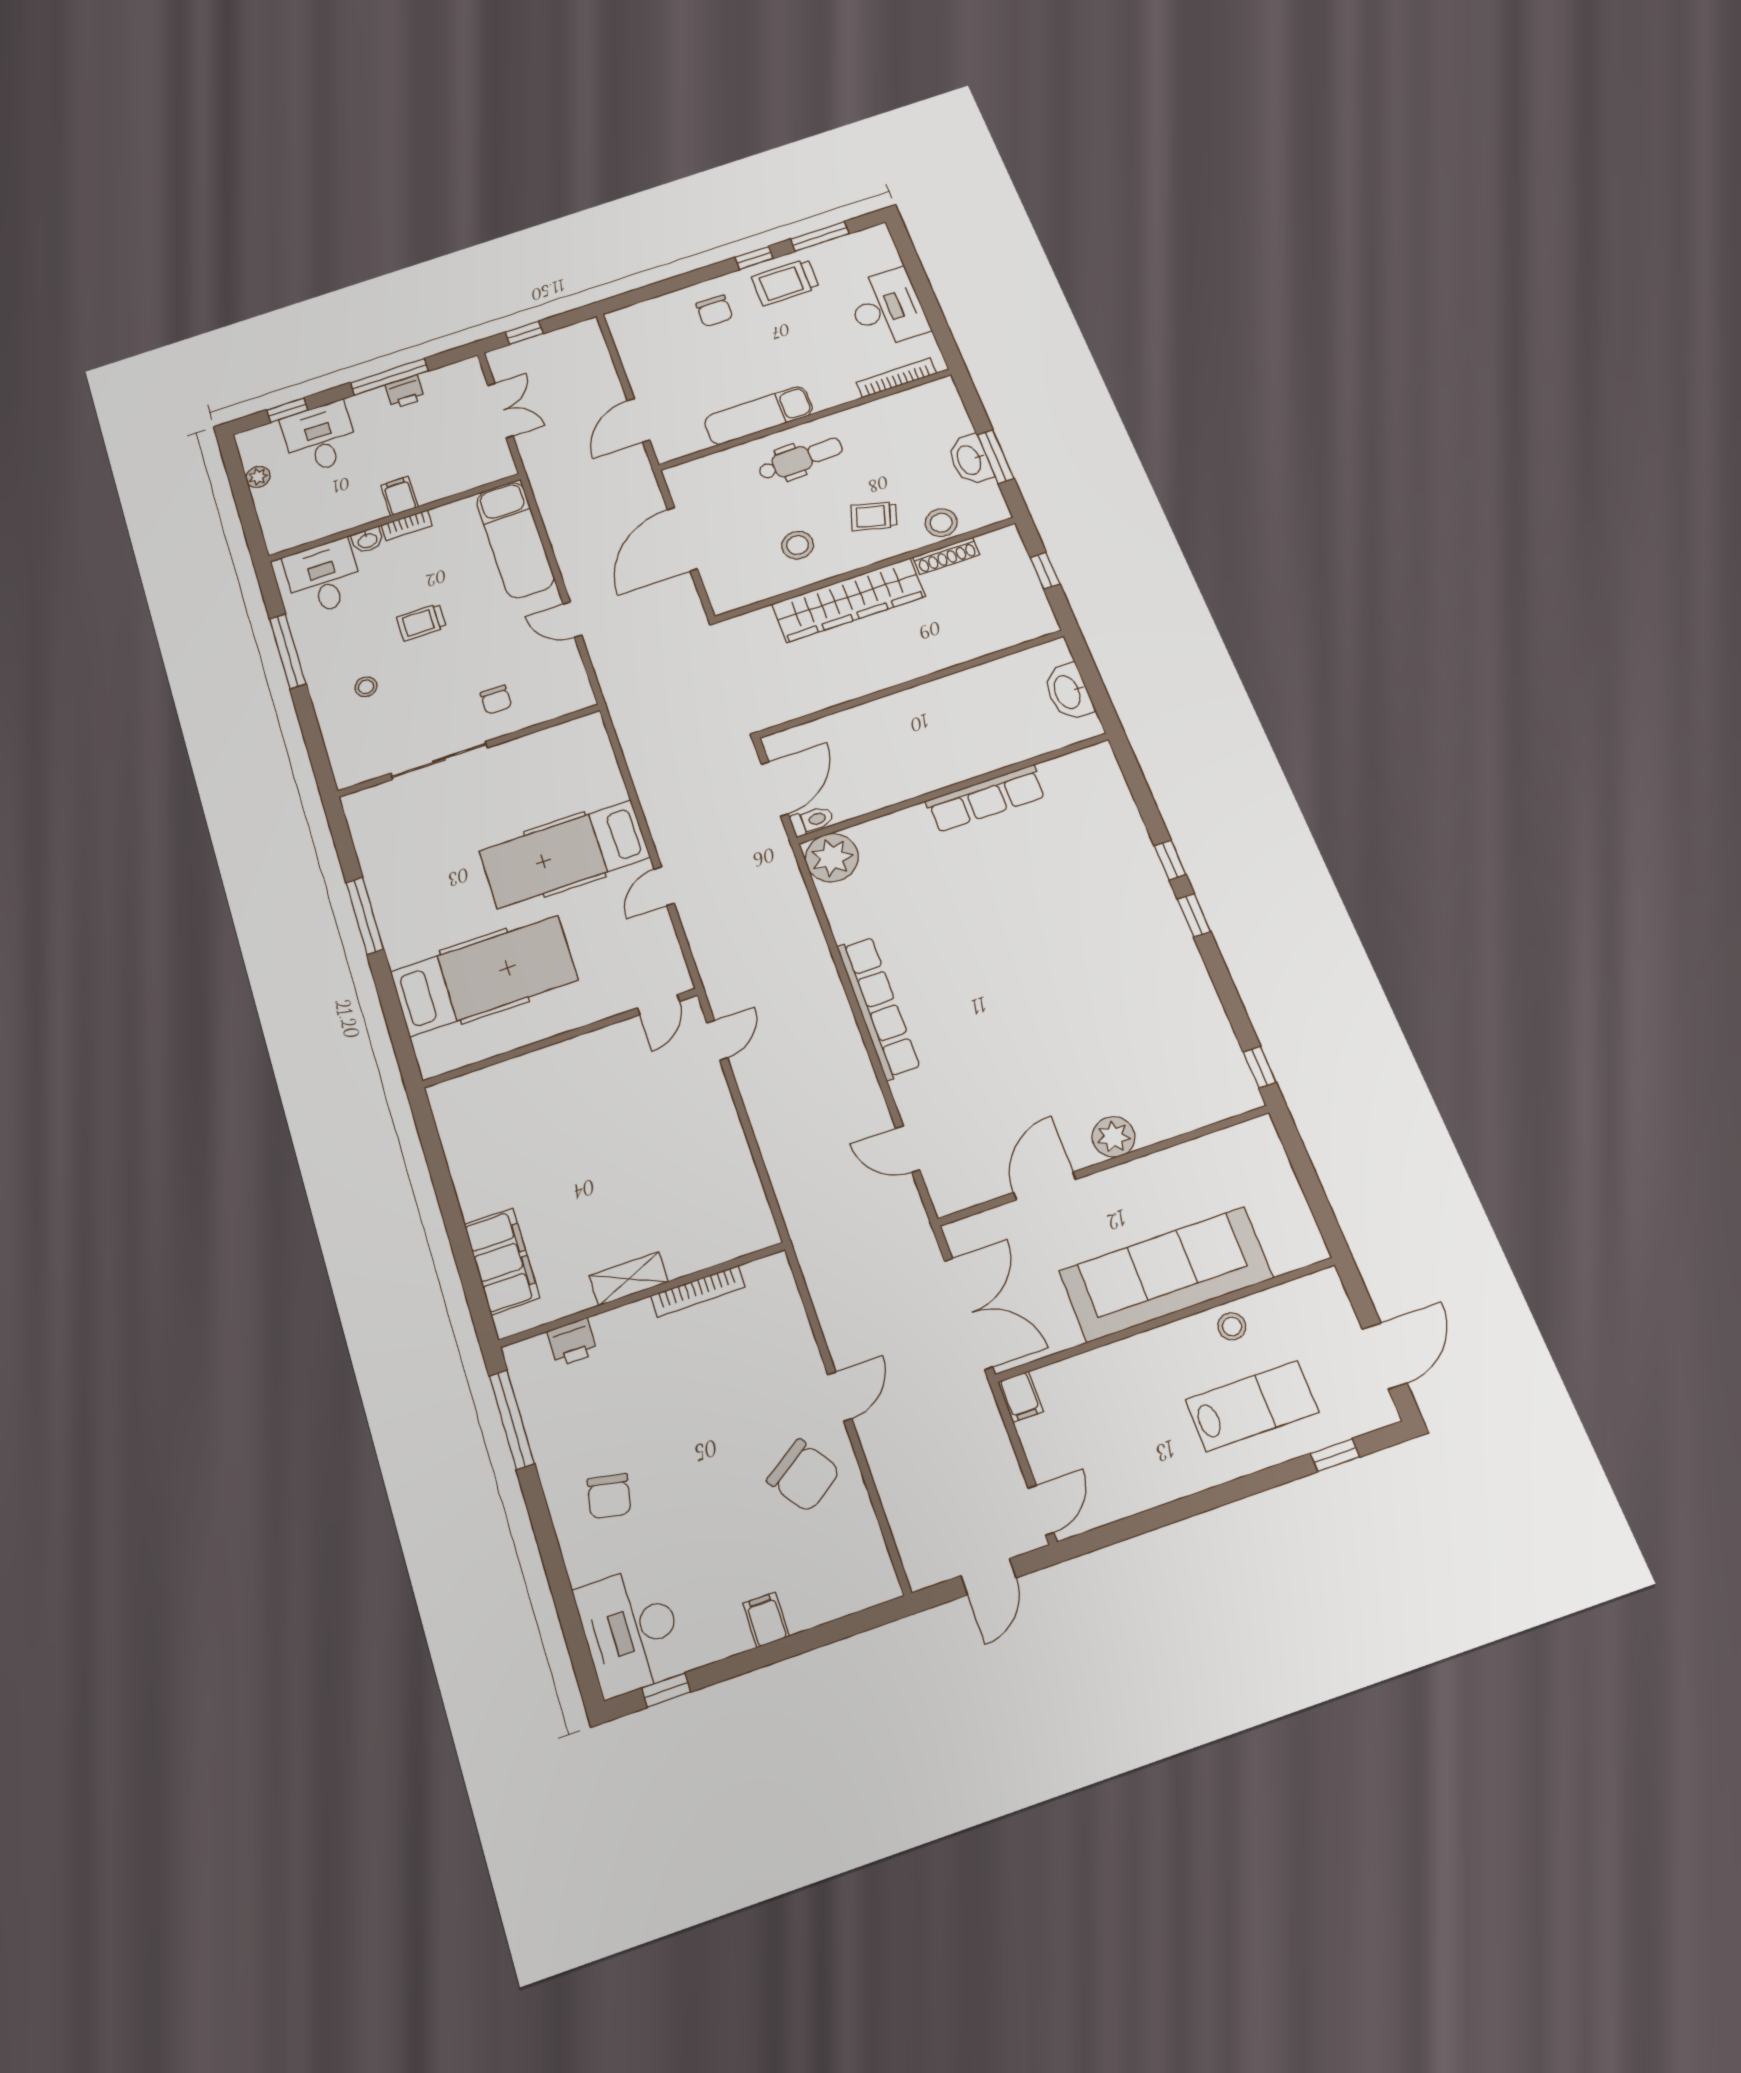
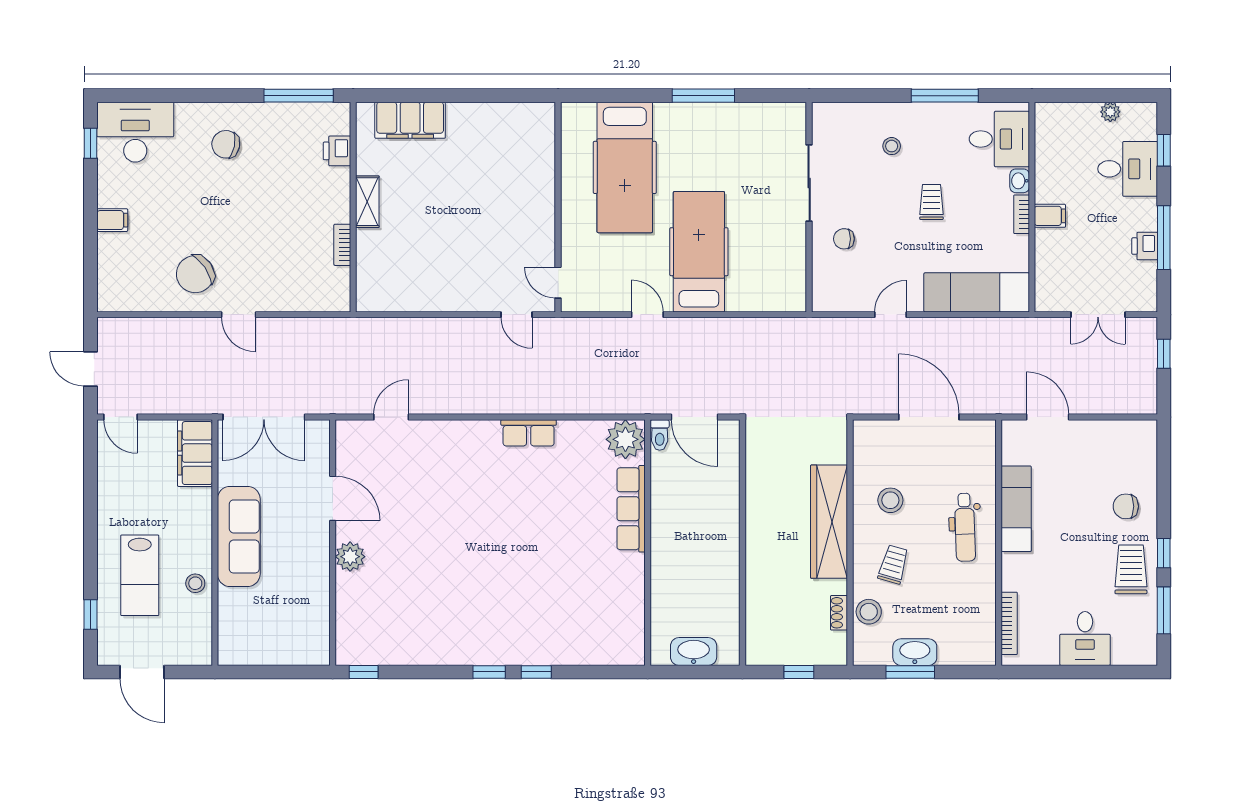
desk: (887, 308) -> (1085, 638), width x0.73
shoe rack: (946, 556) -> (839, 613), width x0.70
row of seats: (986, 799) -> (631, 509), moved
row of seats: (878, 1007) -> (529, 433), width x0.50
sofa: (1166, 1274) -> (239, 536), width x0.74, depth x0.79
bookcase: (698, 1291) -> (342, 245), width x0.64
filing cabinet: (1020, 1397) -> (195, 453), width x3.00, depth x1.17

